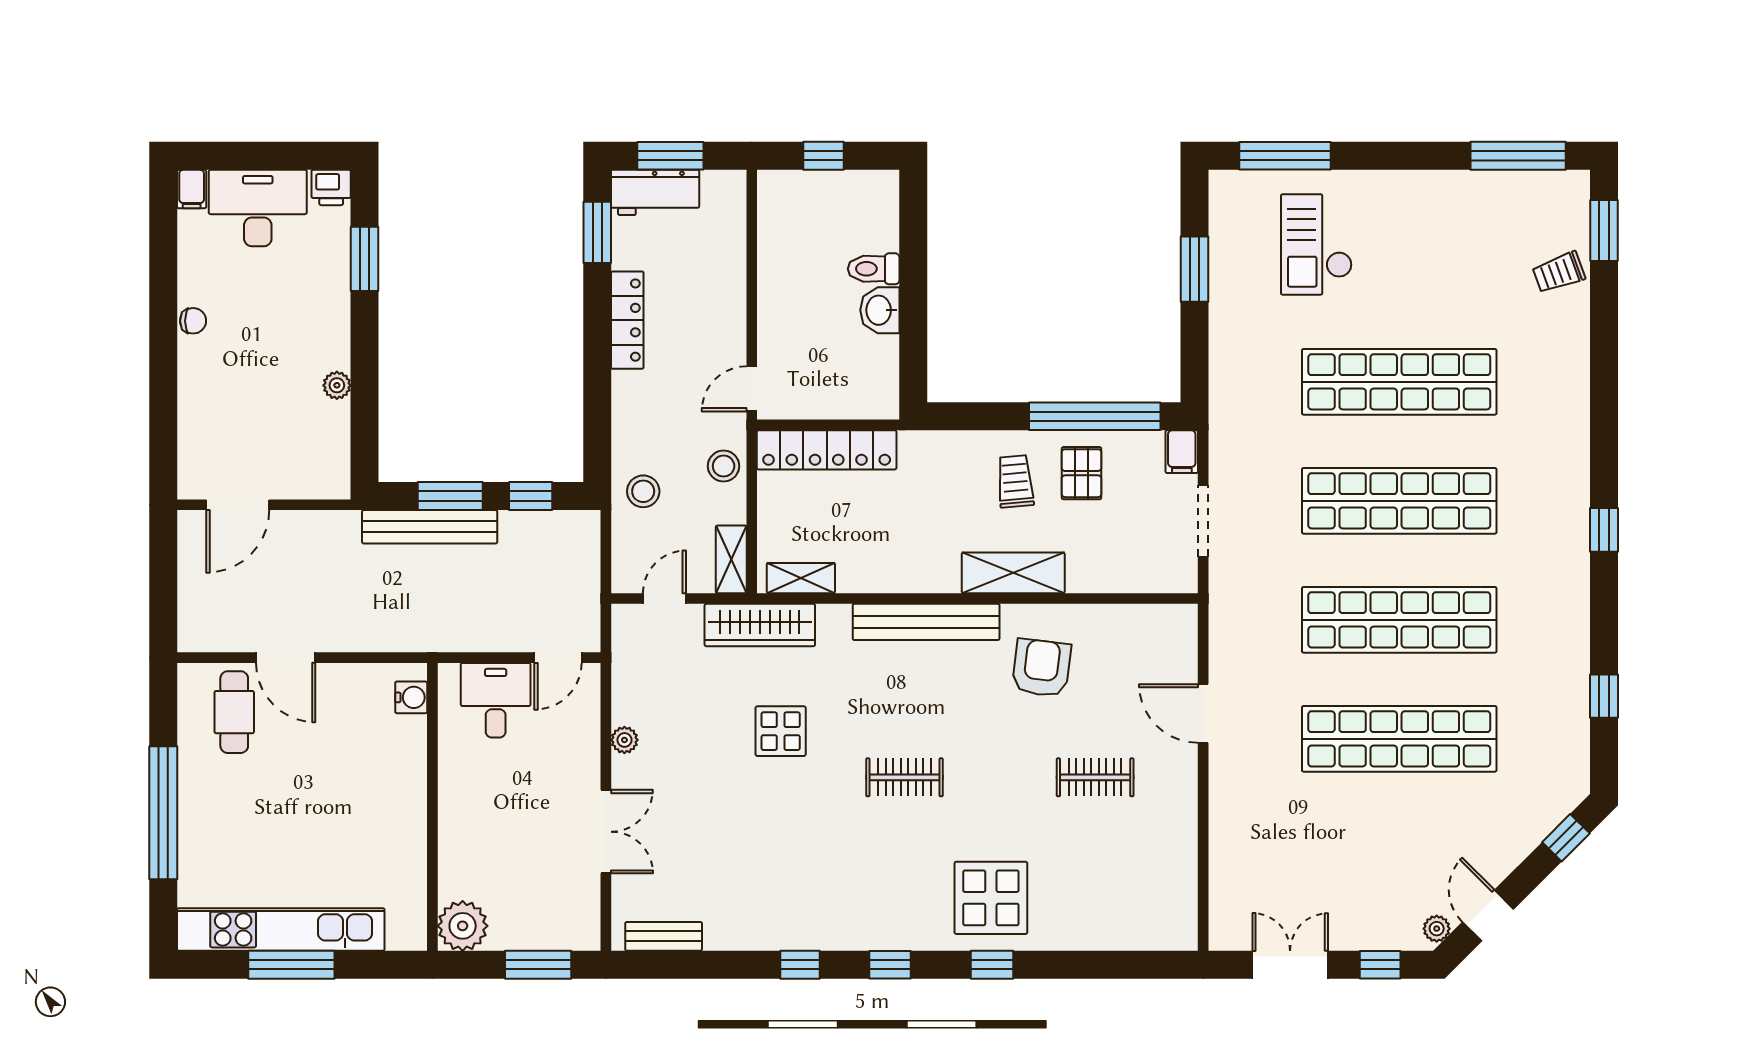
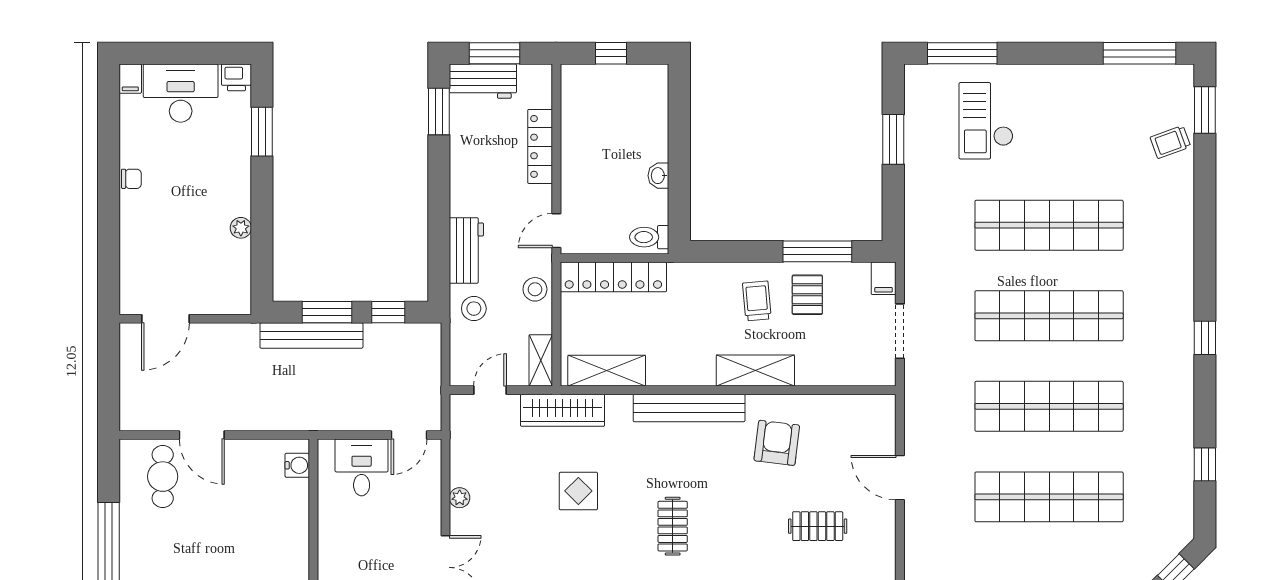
toilet: (874, 269) -> (649, 237), moved
washbasin: (880, 310) -> (658, 176), width x0.72, depth x0.69
locker: (627, 320) -> (540, 146), moved, turned 180
workbench: (633, 415) -> (466, 251), added
window: (1095, 416) -> (817, 251), width x0.68
shelving: (801, 578) -> (607, 371), width x1.50, depth x1.33
clothes rail: (904, 777) -> (673, 526), turned 90

